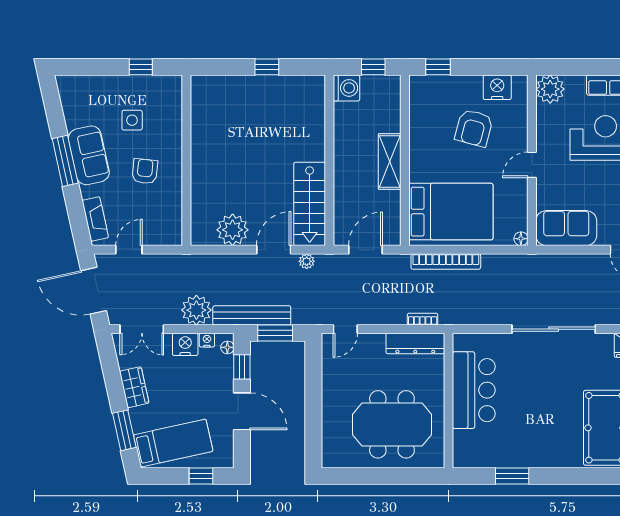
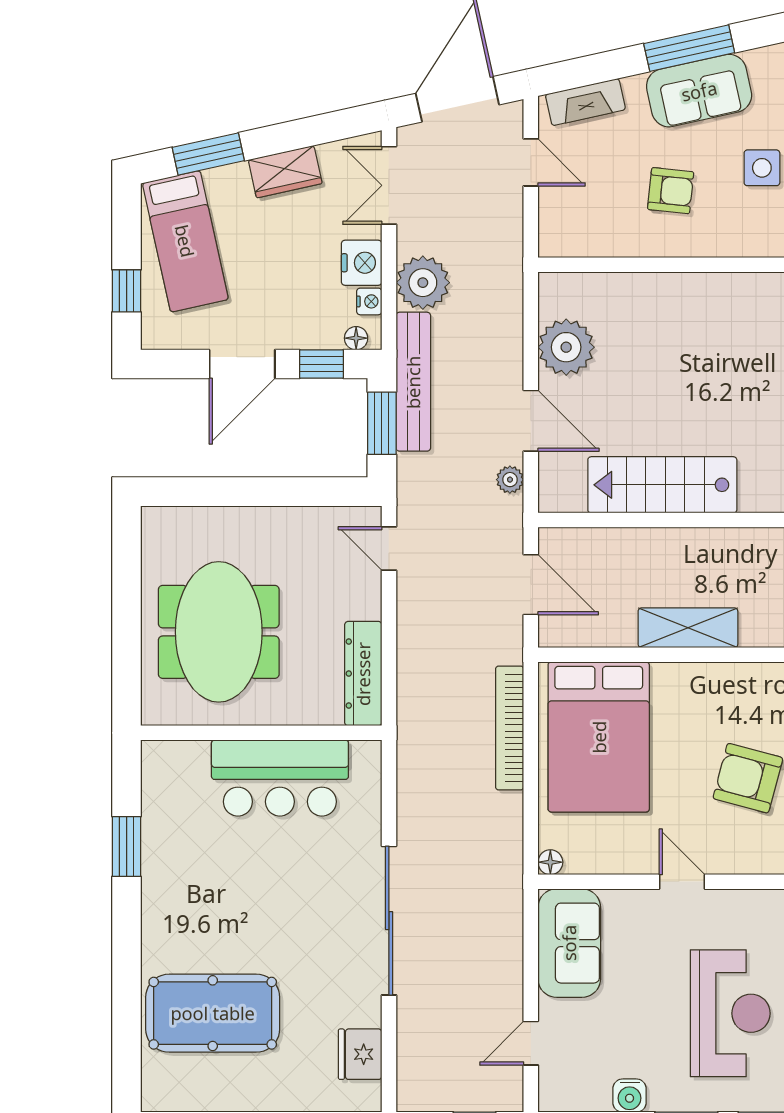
stairs: (310, 204) -> (662, 485), moved
bookcase: (423, 319) -> (407, 687), removed

